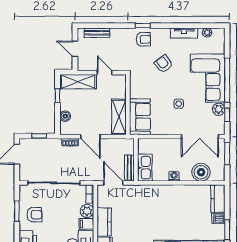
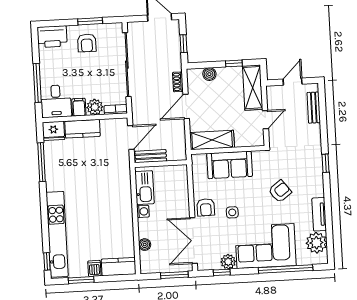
plant: (207, 33) -> (316, 243), width x1.87, depth x1.87
armchair: (143, 39) -> (206, 207), moved
window: (227, 80) -> (286, 269), moved
sofa: (140, 117) -> (230, 165), moved
kitchen sink: (145, 168) -> (144, 188), moved, turned -90
boiler: (201, 172) -> (145, 245), width x0.54, depth x0.54

